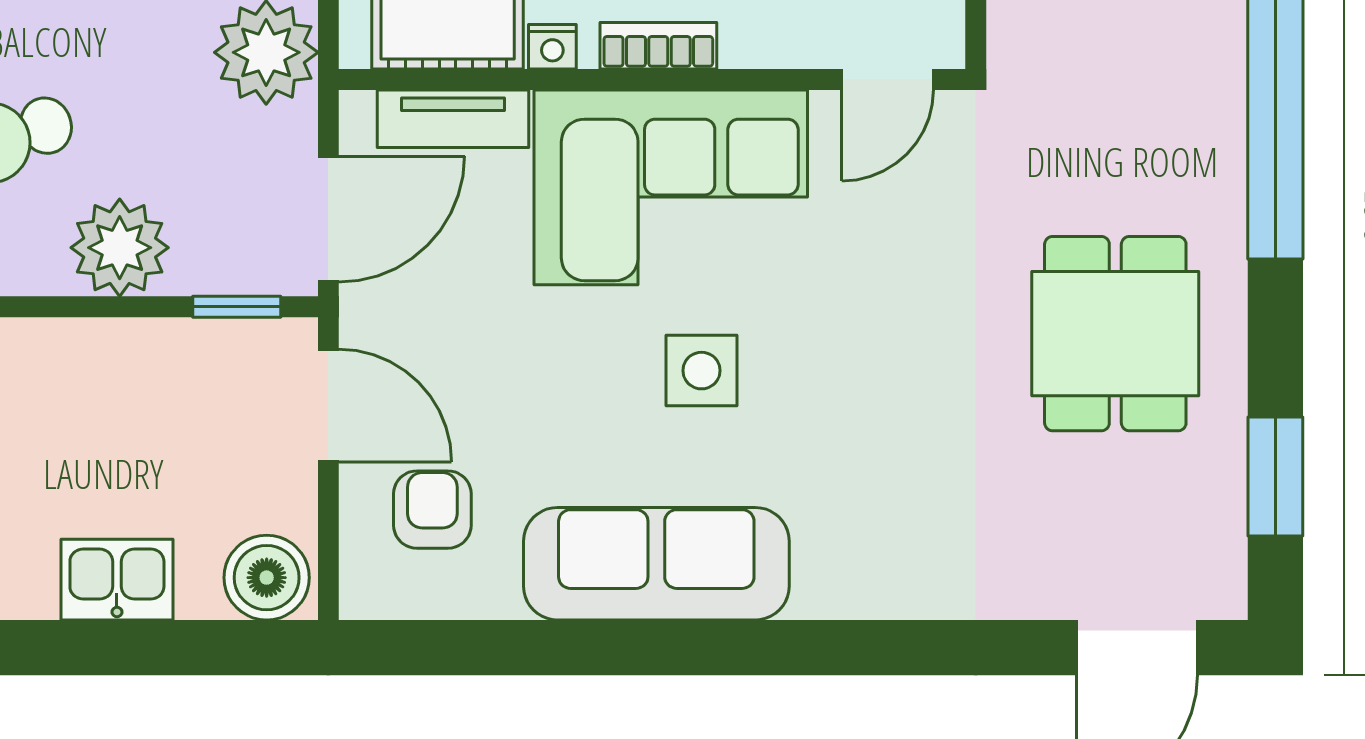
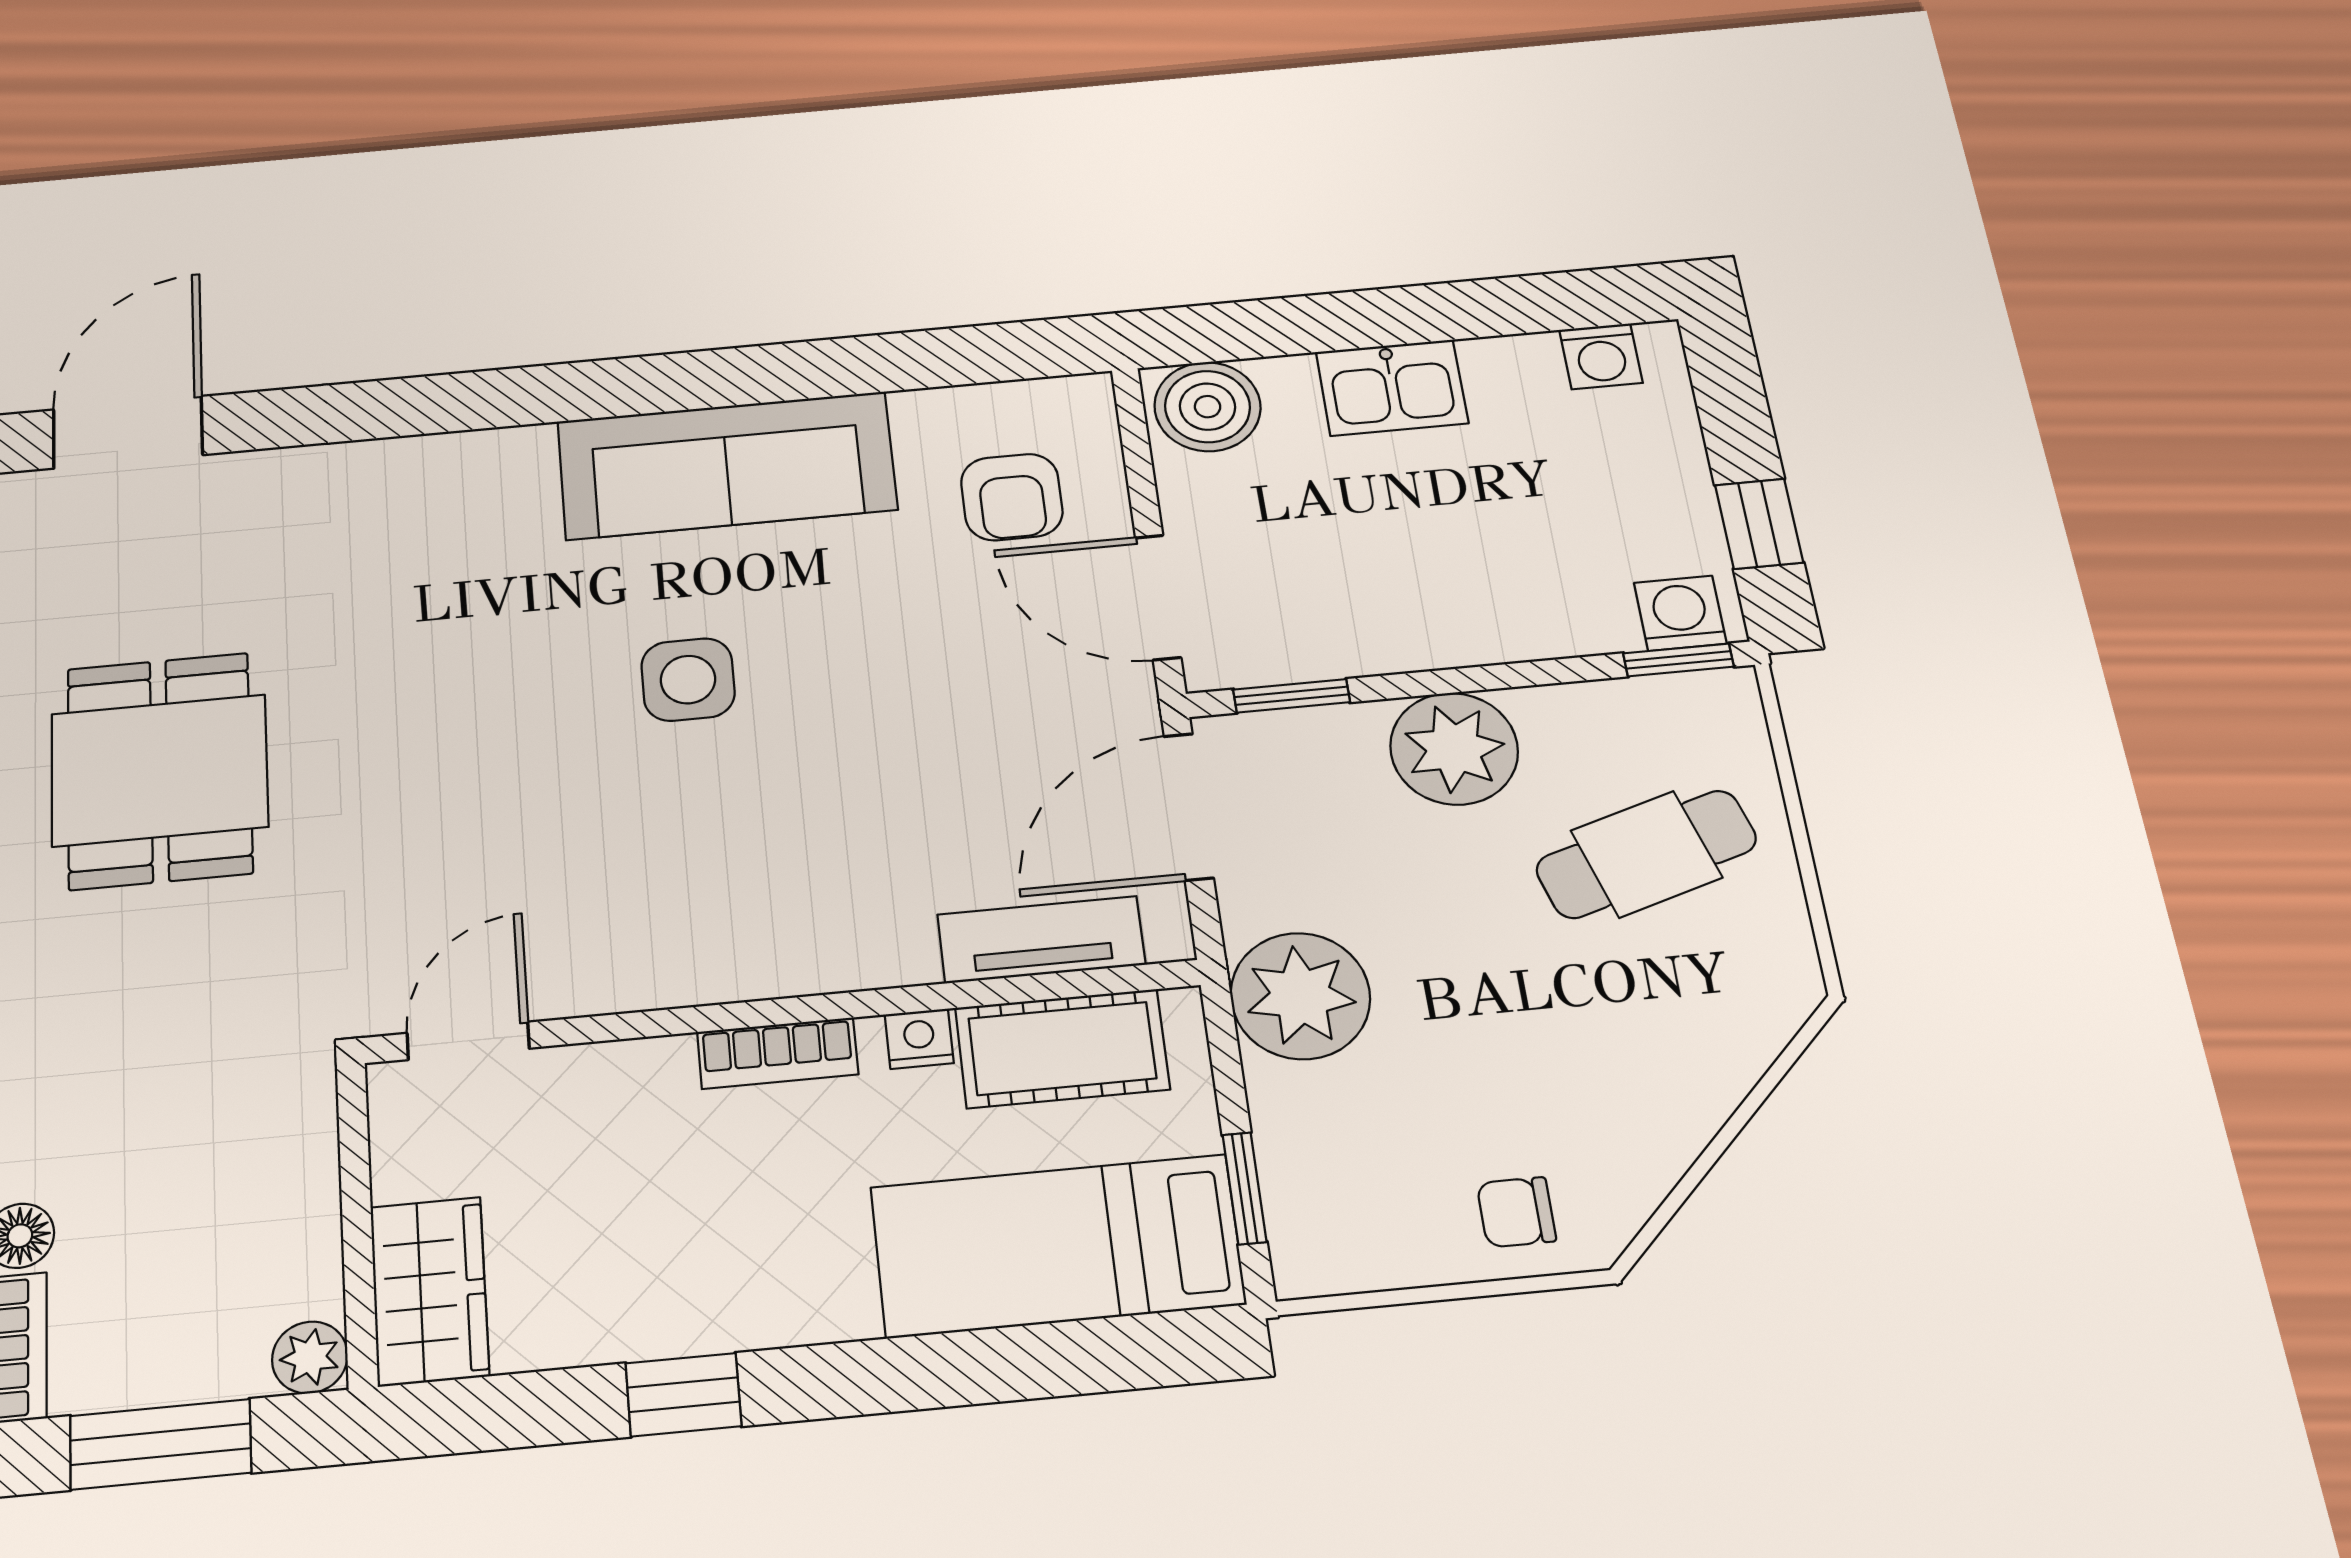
corner sofa: (671, 187) -> (746, 885), removed

